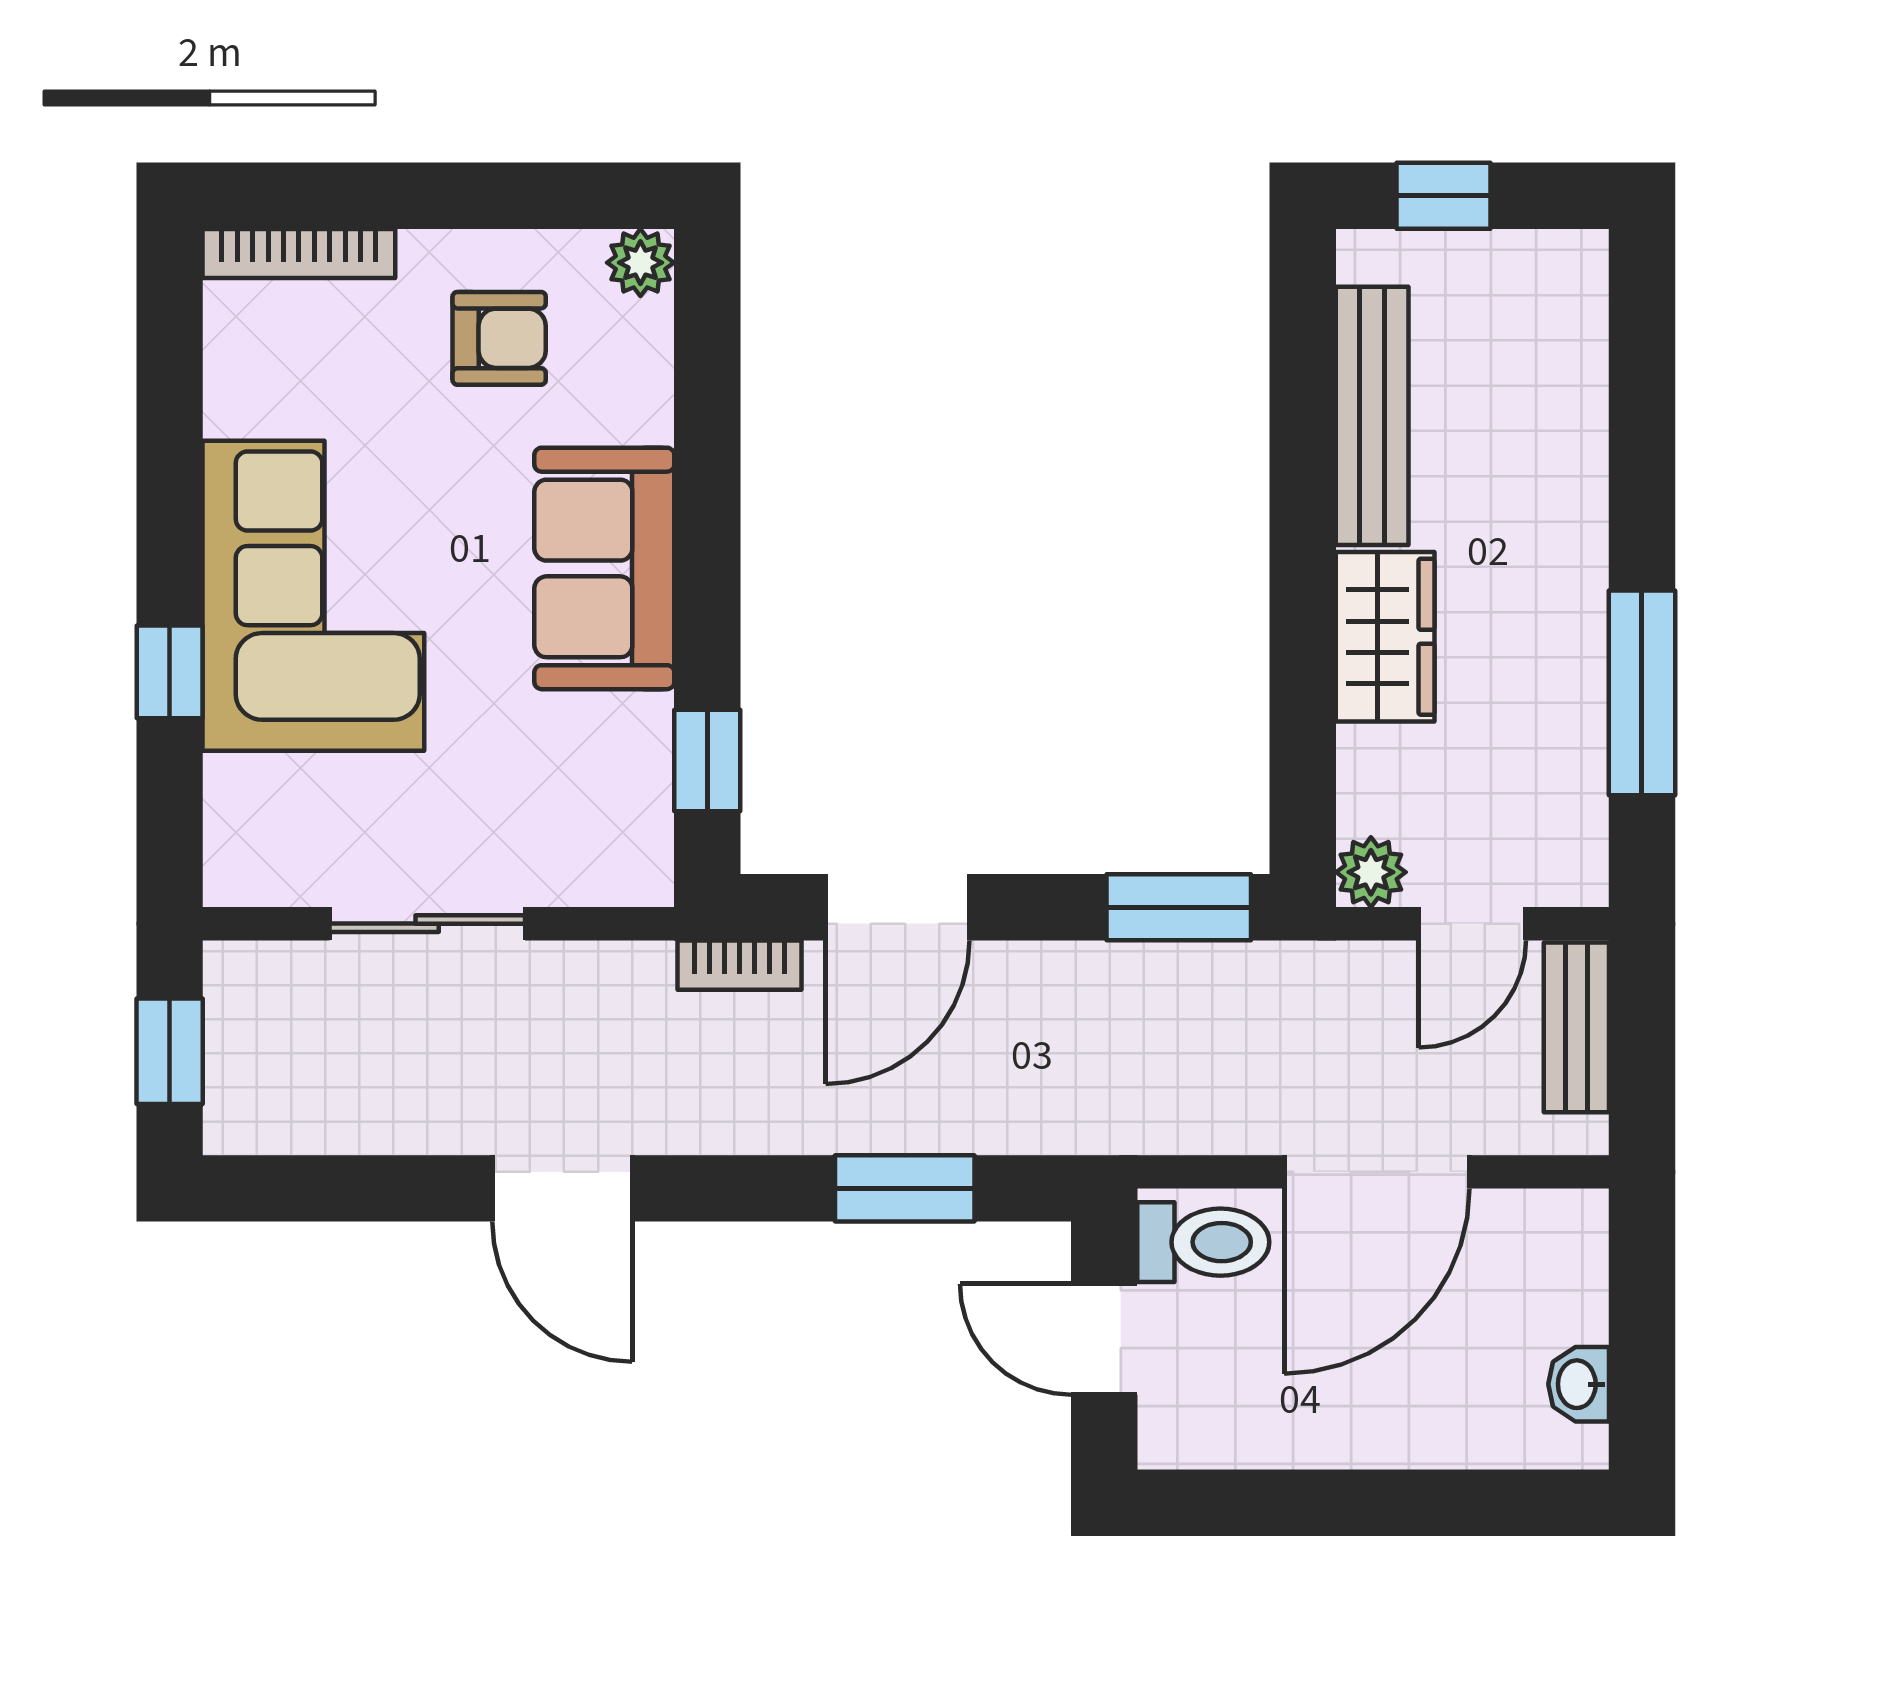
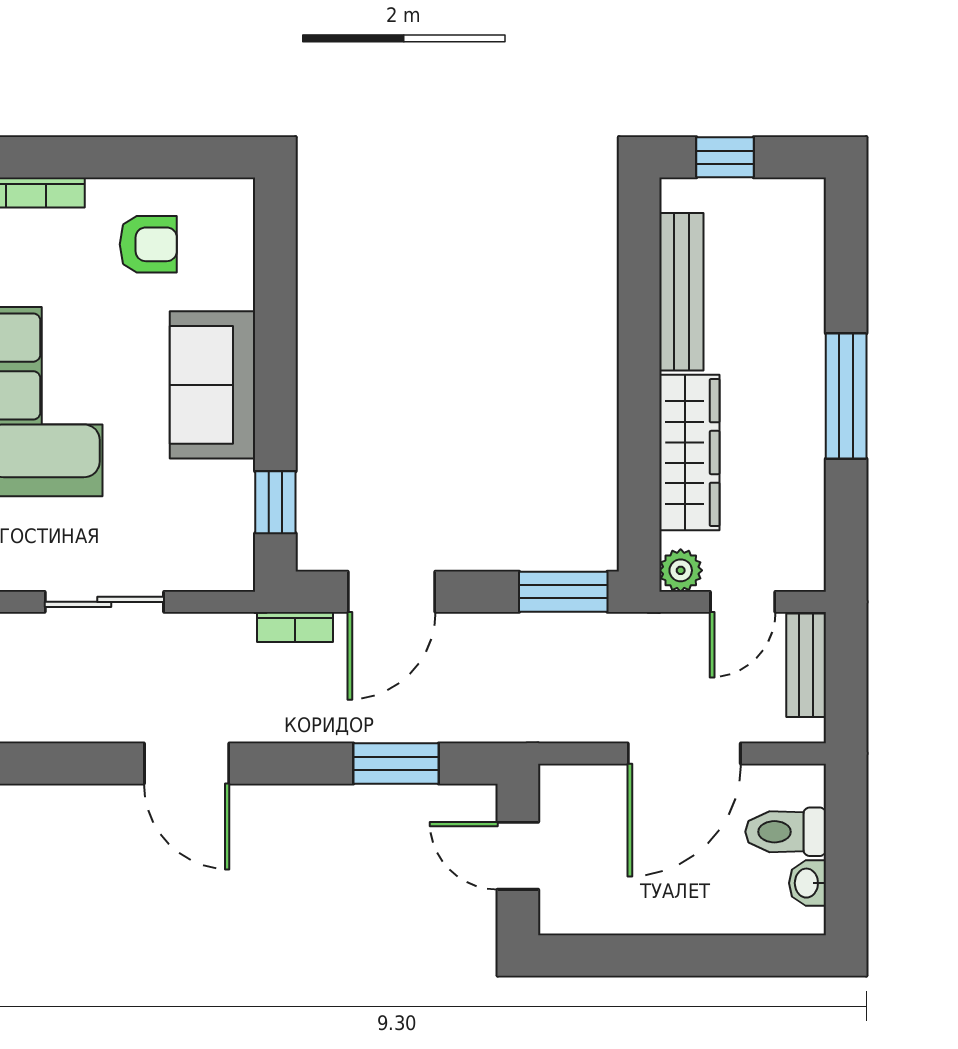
plant: (640, 263) -> (235, 198), removed
wardrobe: (1385, 637) -> (689, 453), width x1.50
window: (1642, 693) -> (846, 396), moved
toilet: (1203, 1242) -> (786, 832), moved, turned 180

